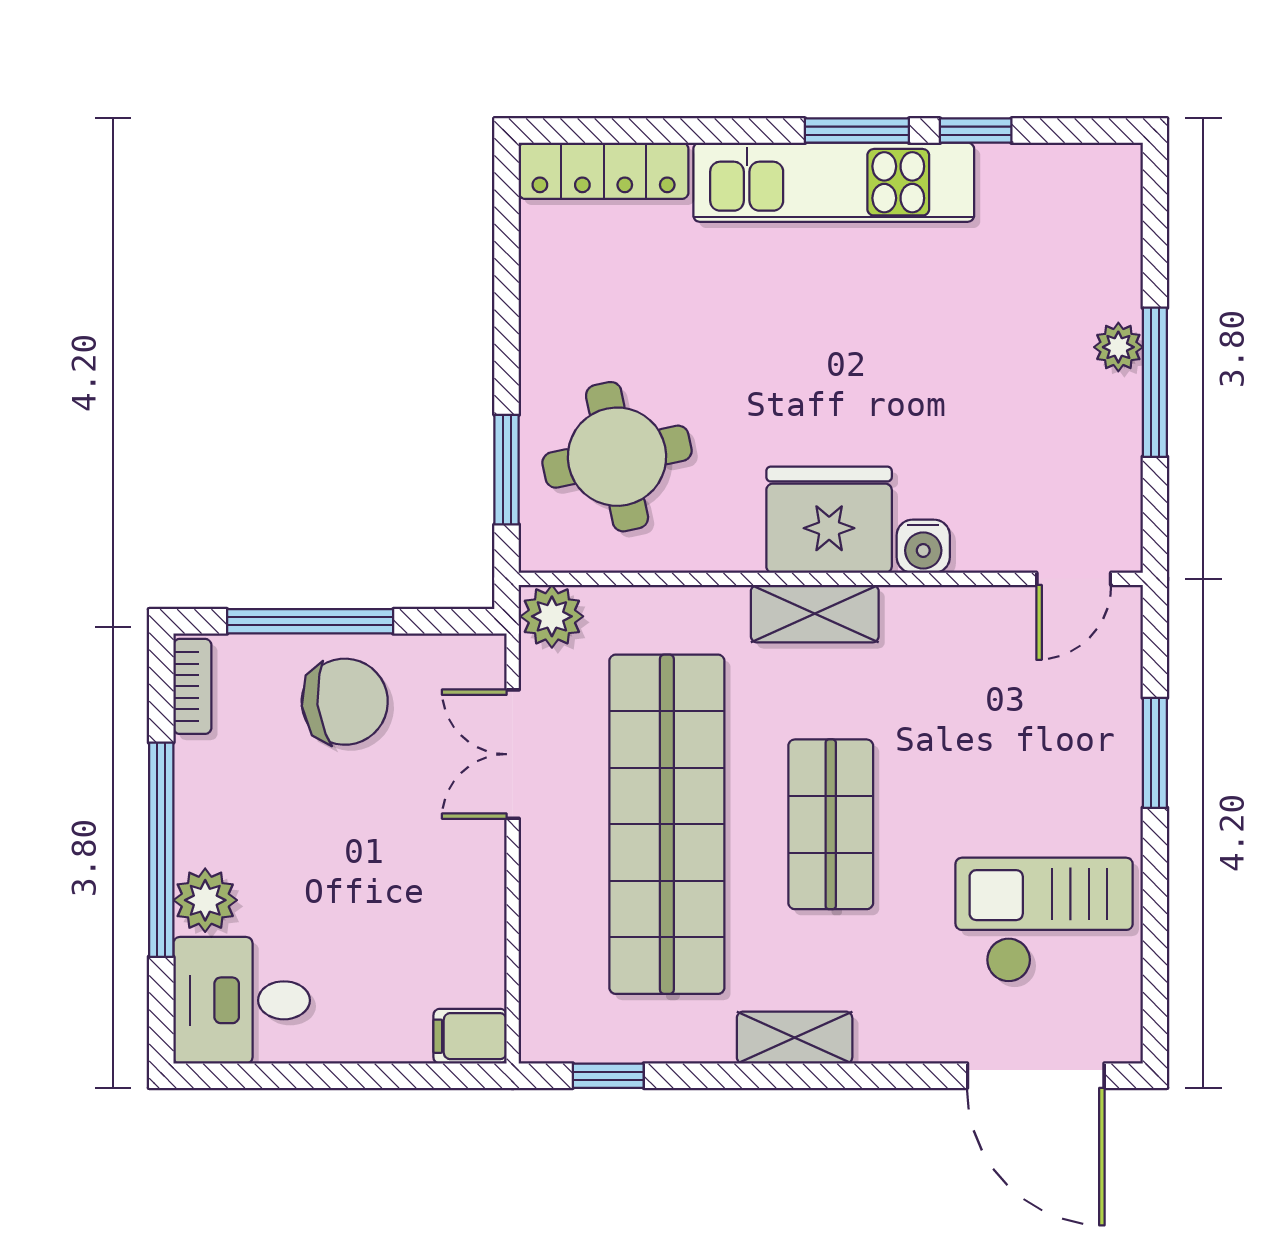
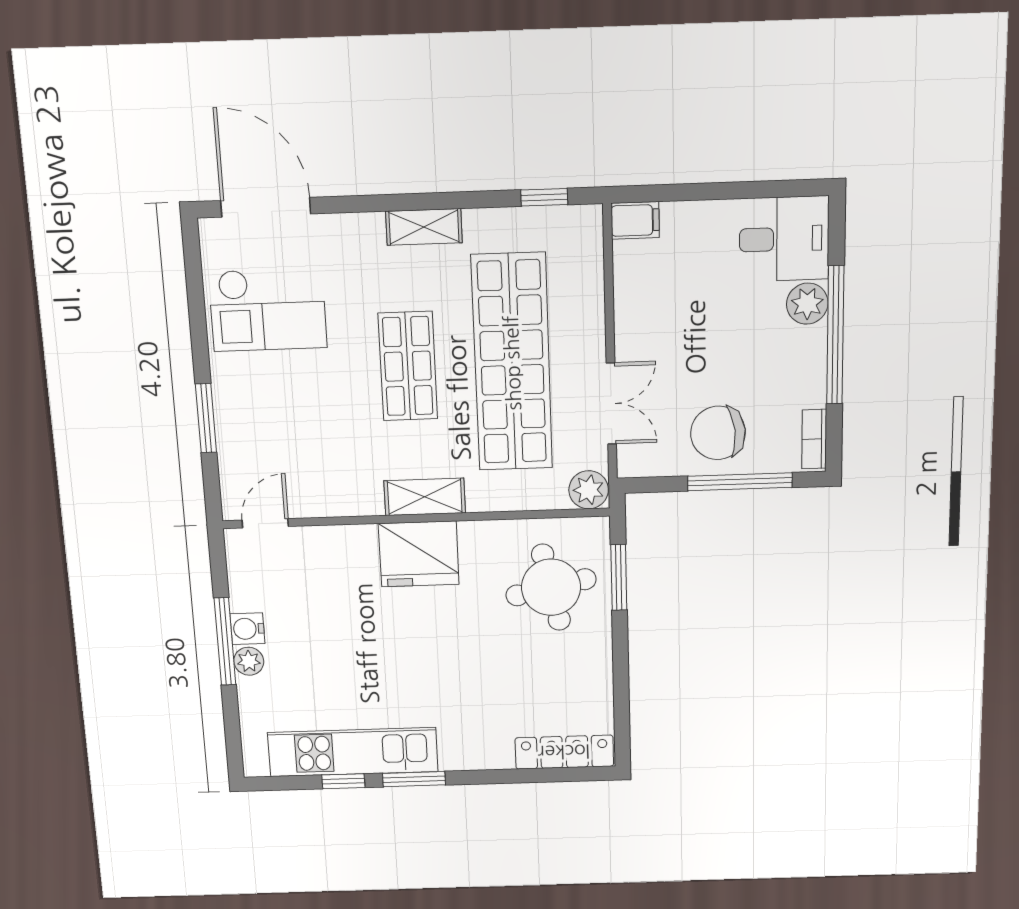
kitchen unit: (834, 182) -> (353, 752), moved
water cooler: (923, 546) -> (247, 629), moved, turned -90

